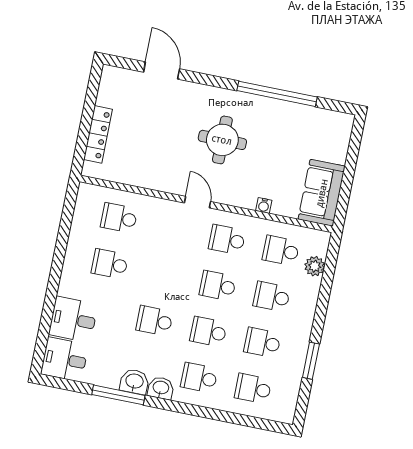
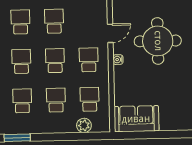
round table: (222, 140) -> (158, 41), width x1.36, depth x1.36
water cooler: (264, 205) -> (118, 60), moved
school desk: (164, 275) -> (54, 21), added

